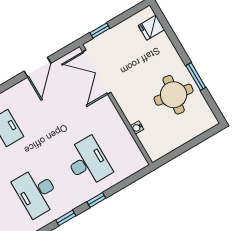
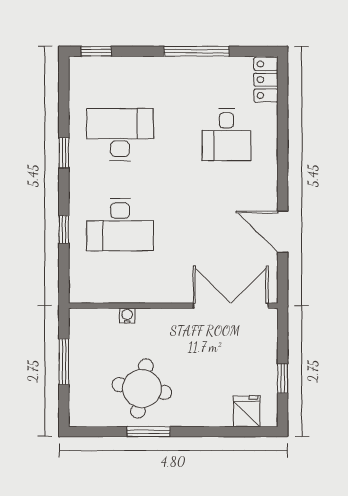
window: (100, 31) -> (283, 378), moved
window: (184, 148) -> (64, 362), added
window: (96, 200) -> (64, 230), moved

